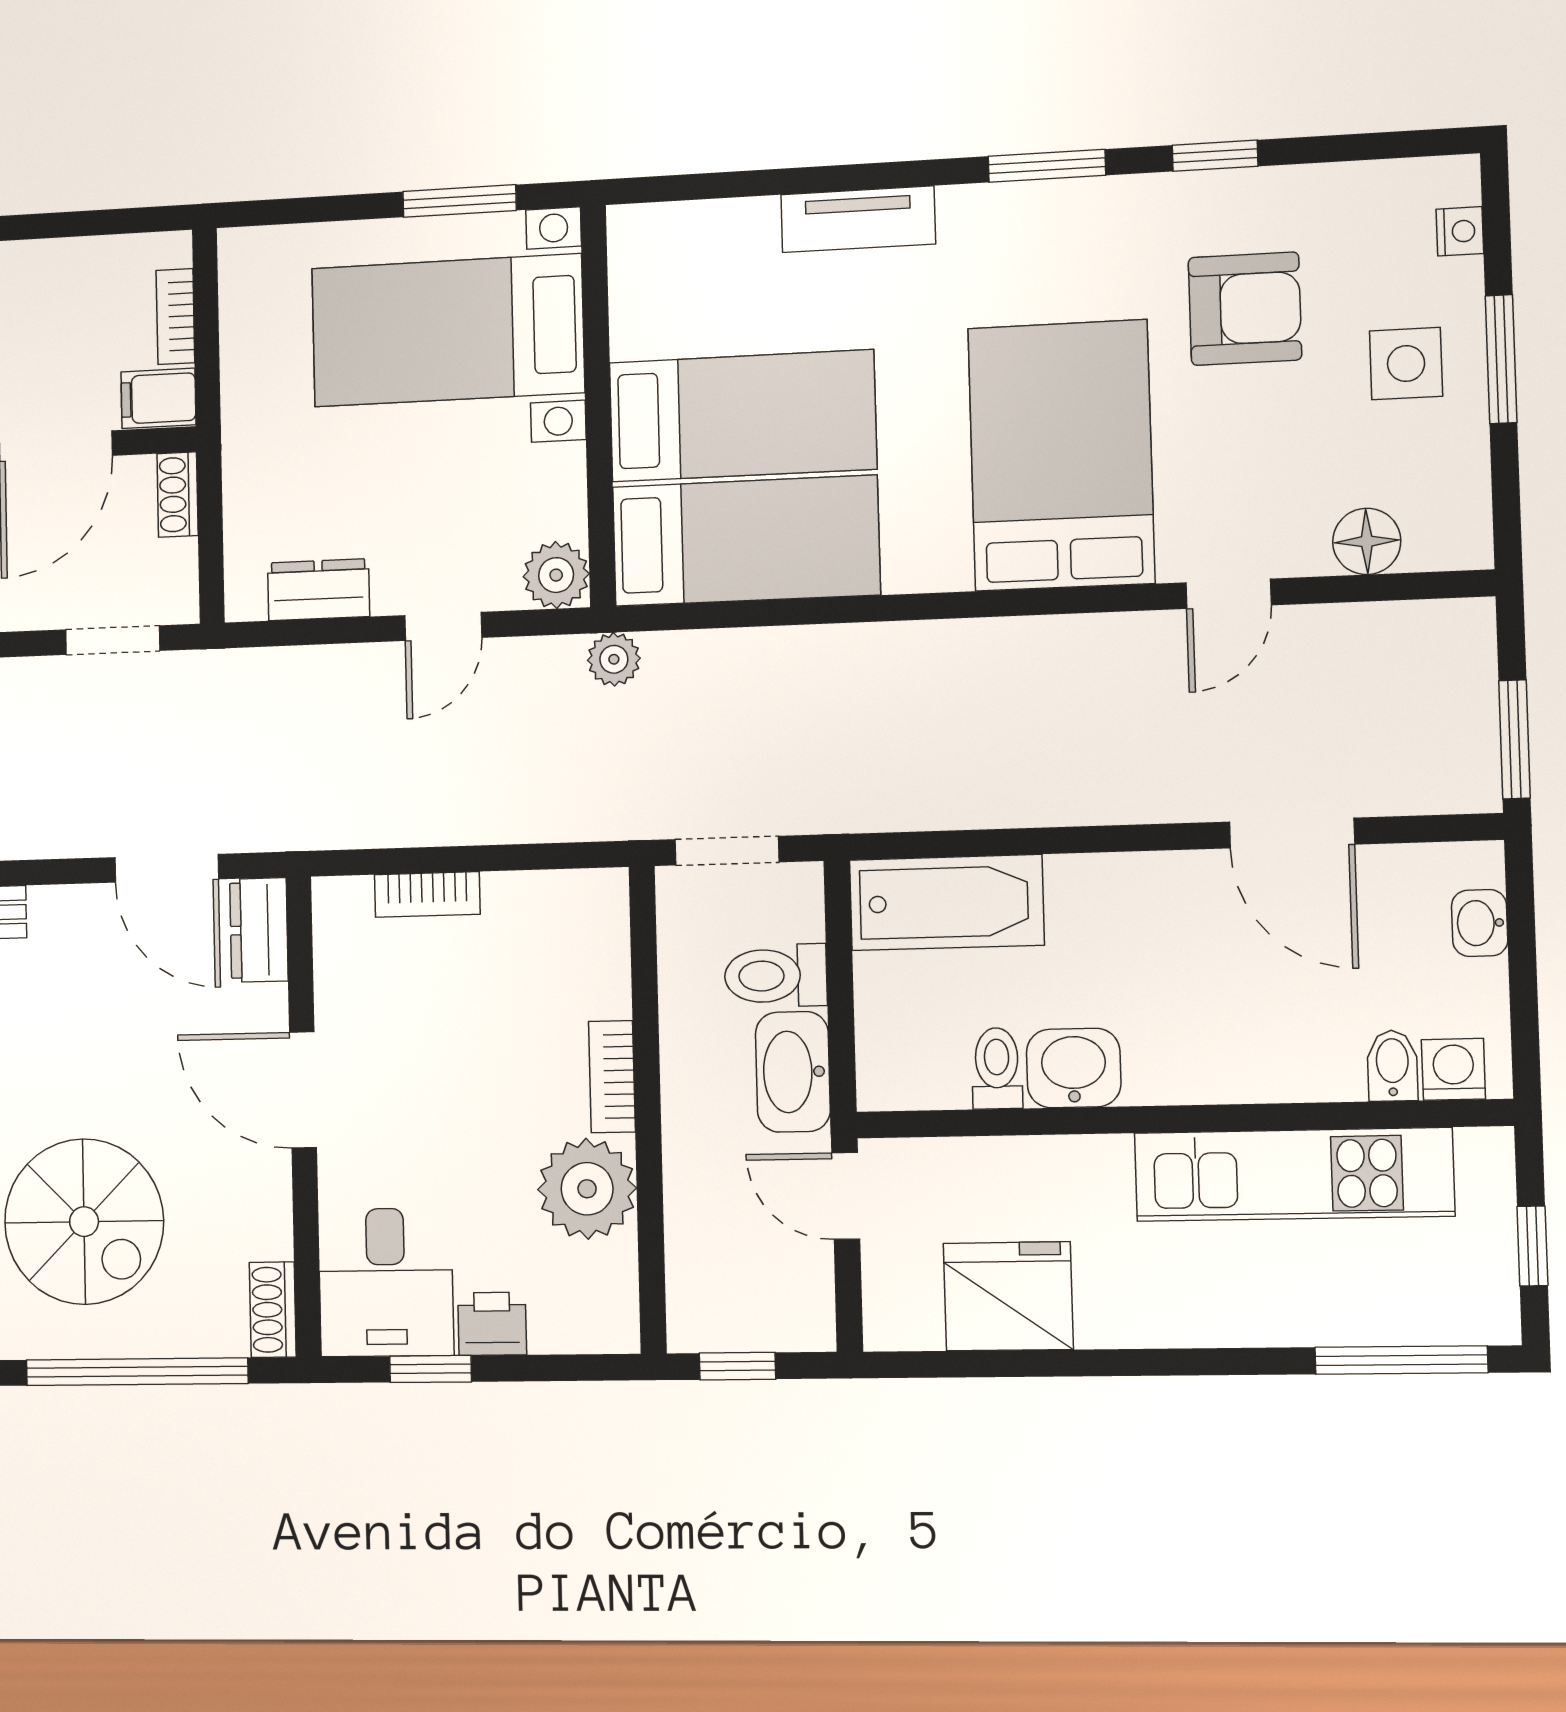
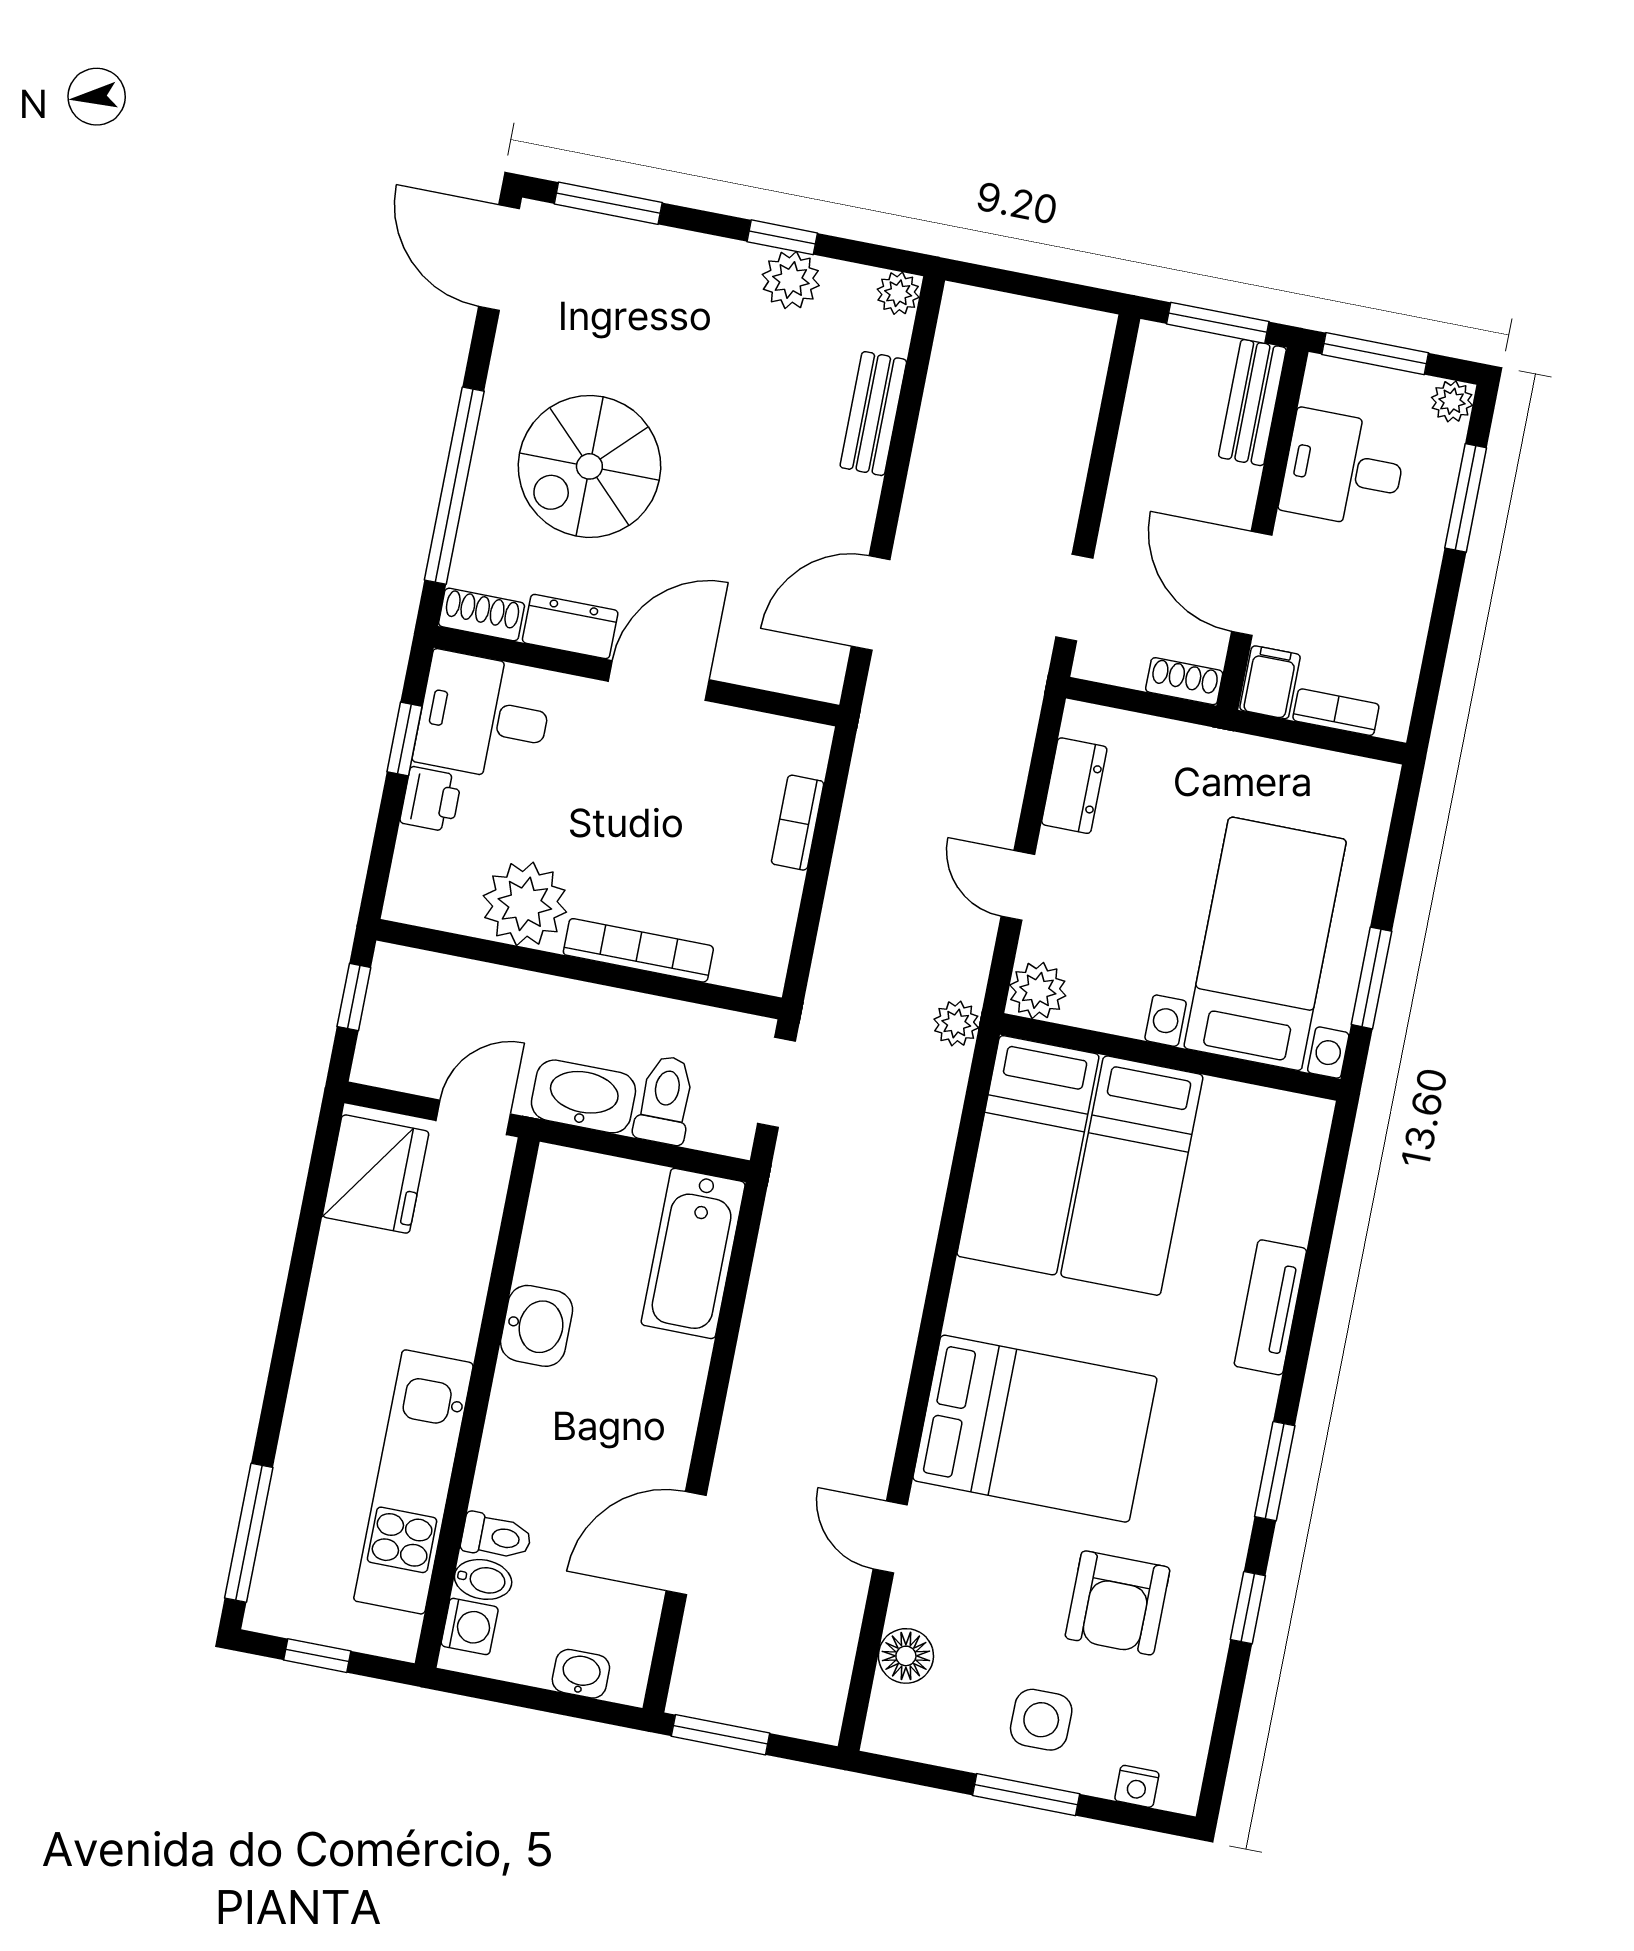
dresser: (259, 930) -> (570, 627), moved
toilet: (997, 1068) -> (496, 1537), moved
bookcase: (612, 1077) -> (638, 950), width x1.56
fridge: (1008, 1296) -> (376, 1174), moved

